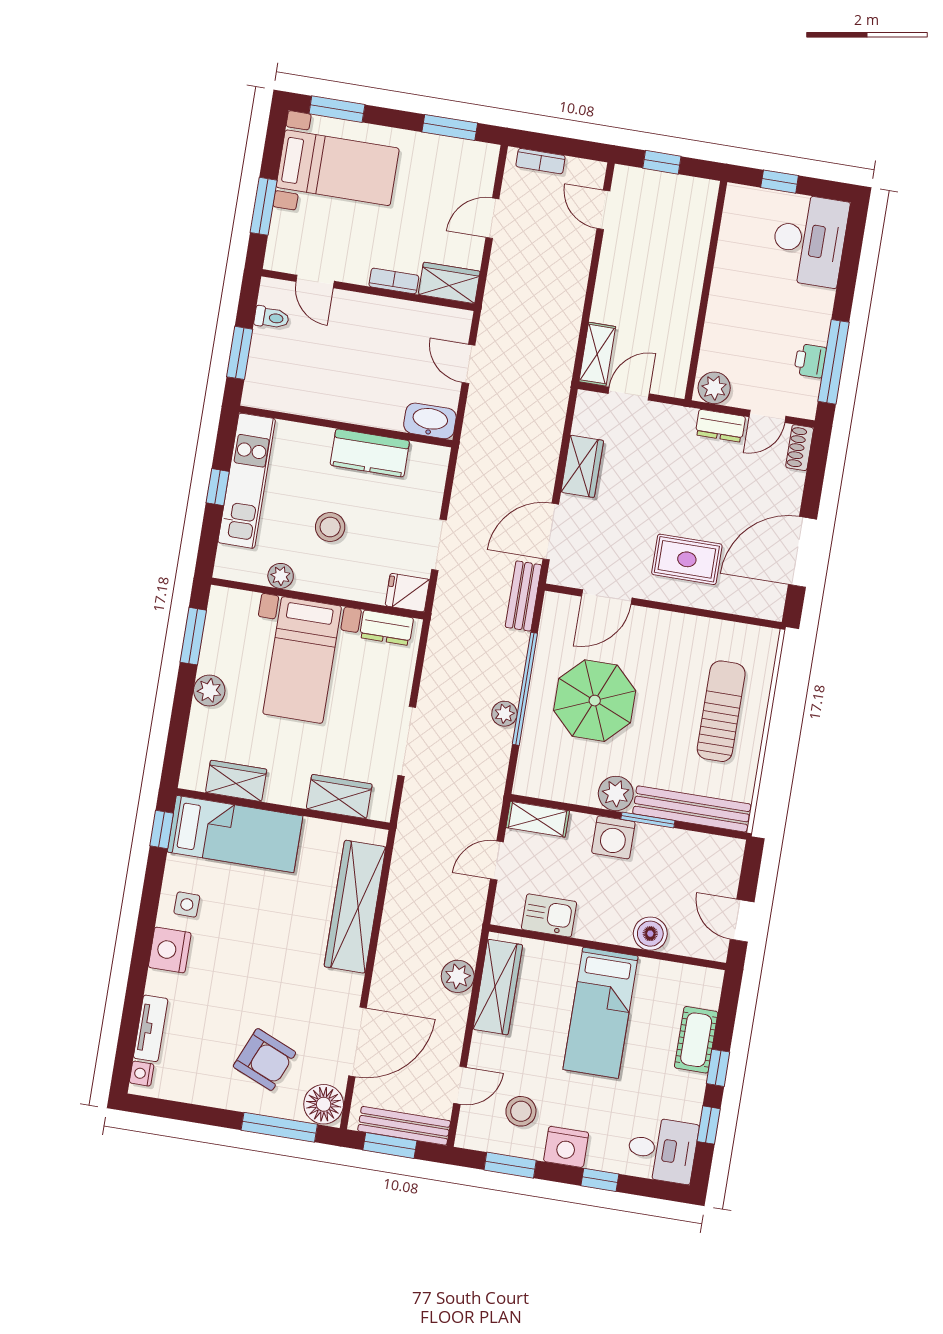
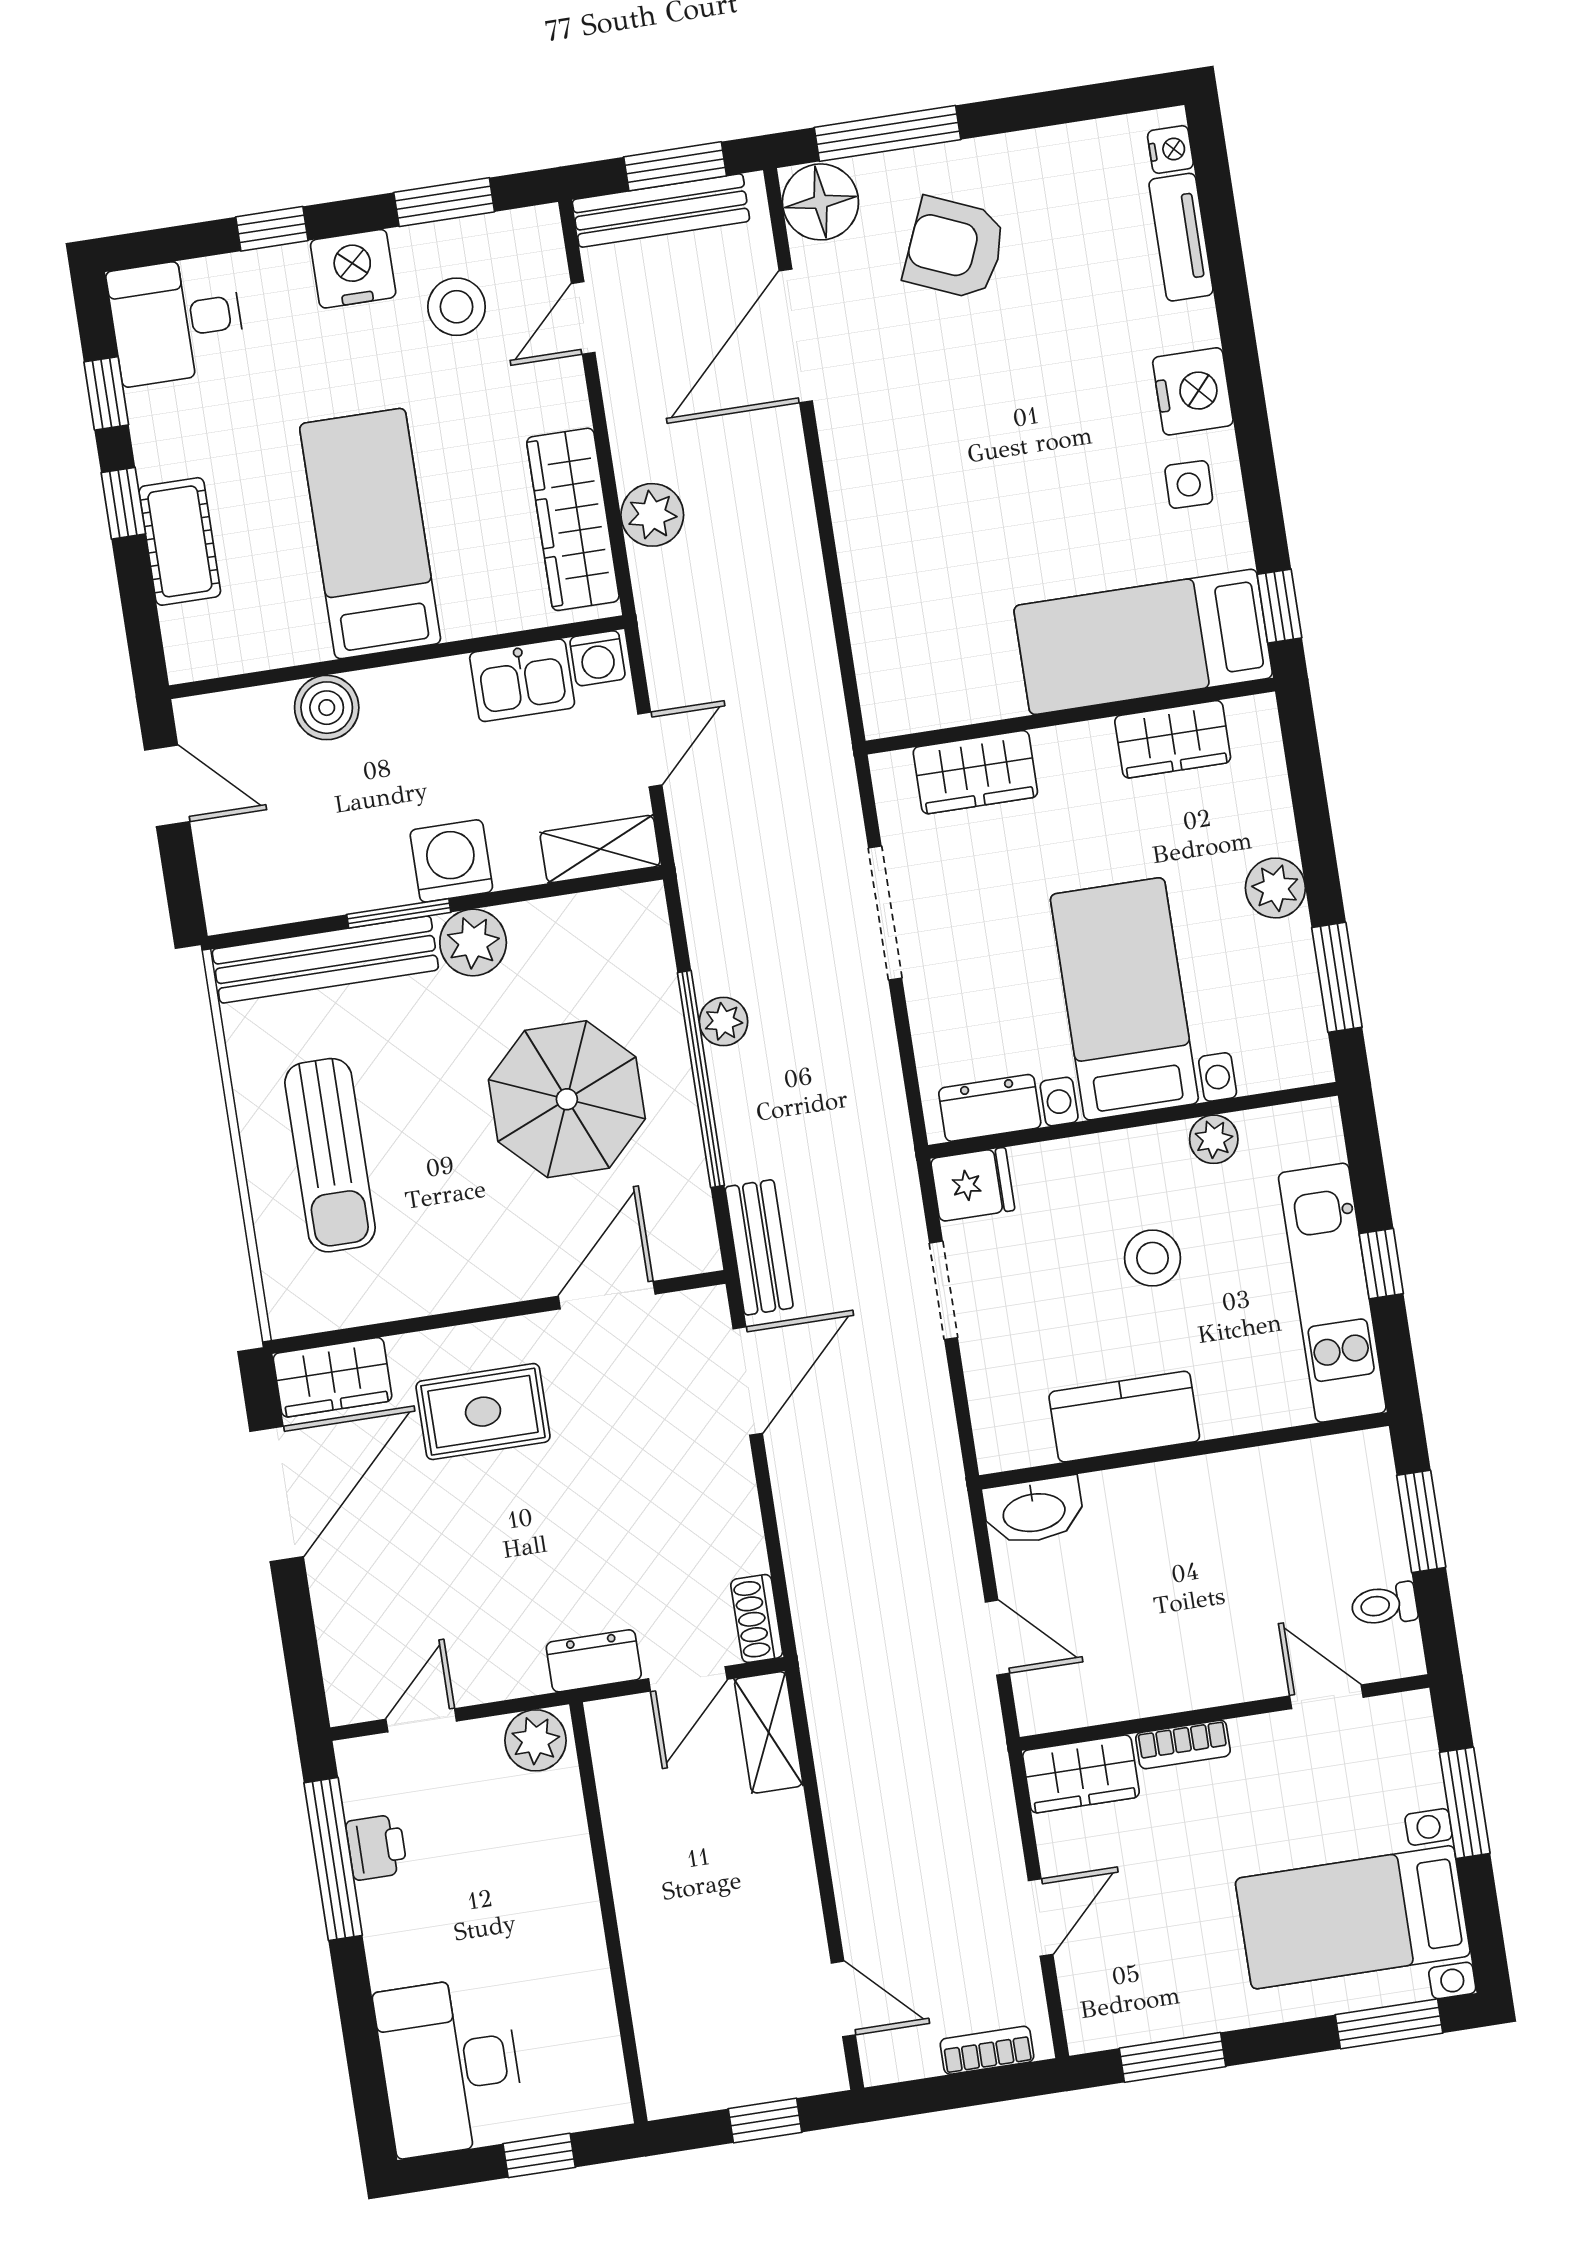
dresser: (720, 426) -> (594, 1661), moved
shoe rack: (800, 448) -> (757, 1619), moved, turned 180
wardrobe: (582, 466) -> (333, 1377), moved, turned -90
wardrobe: (355, 907) -> (881, 581), removed
washing machine: (508, 914) -> (597, 658), added

